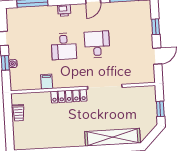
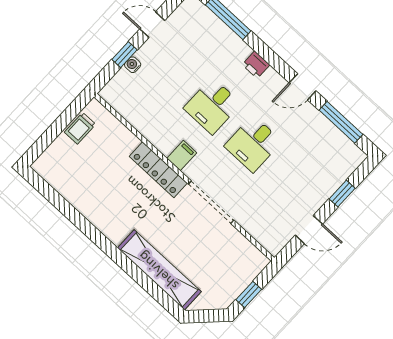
desk: (97, 44) -> (253, 144), turned 180
filing cabinet: (47, 82) -> (182, 156), moved

